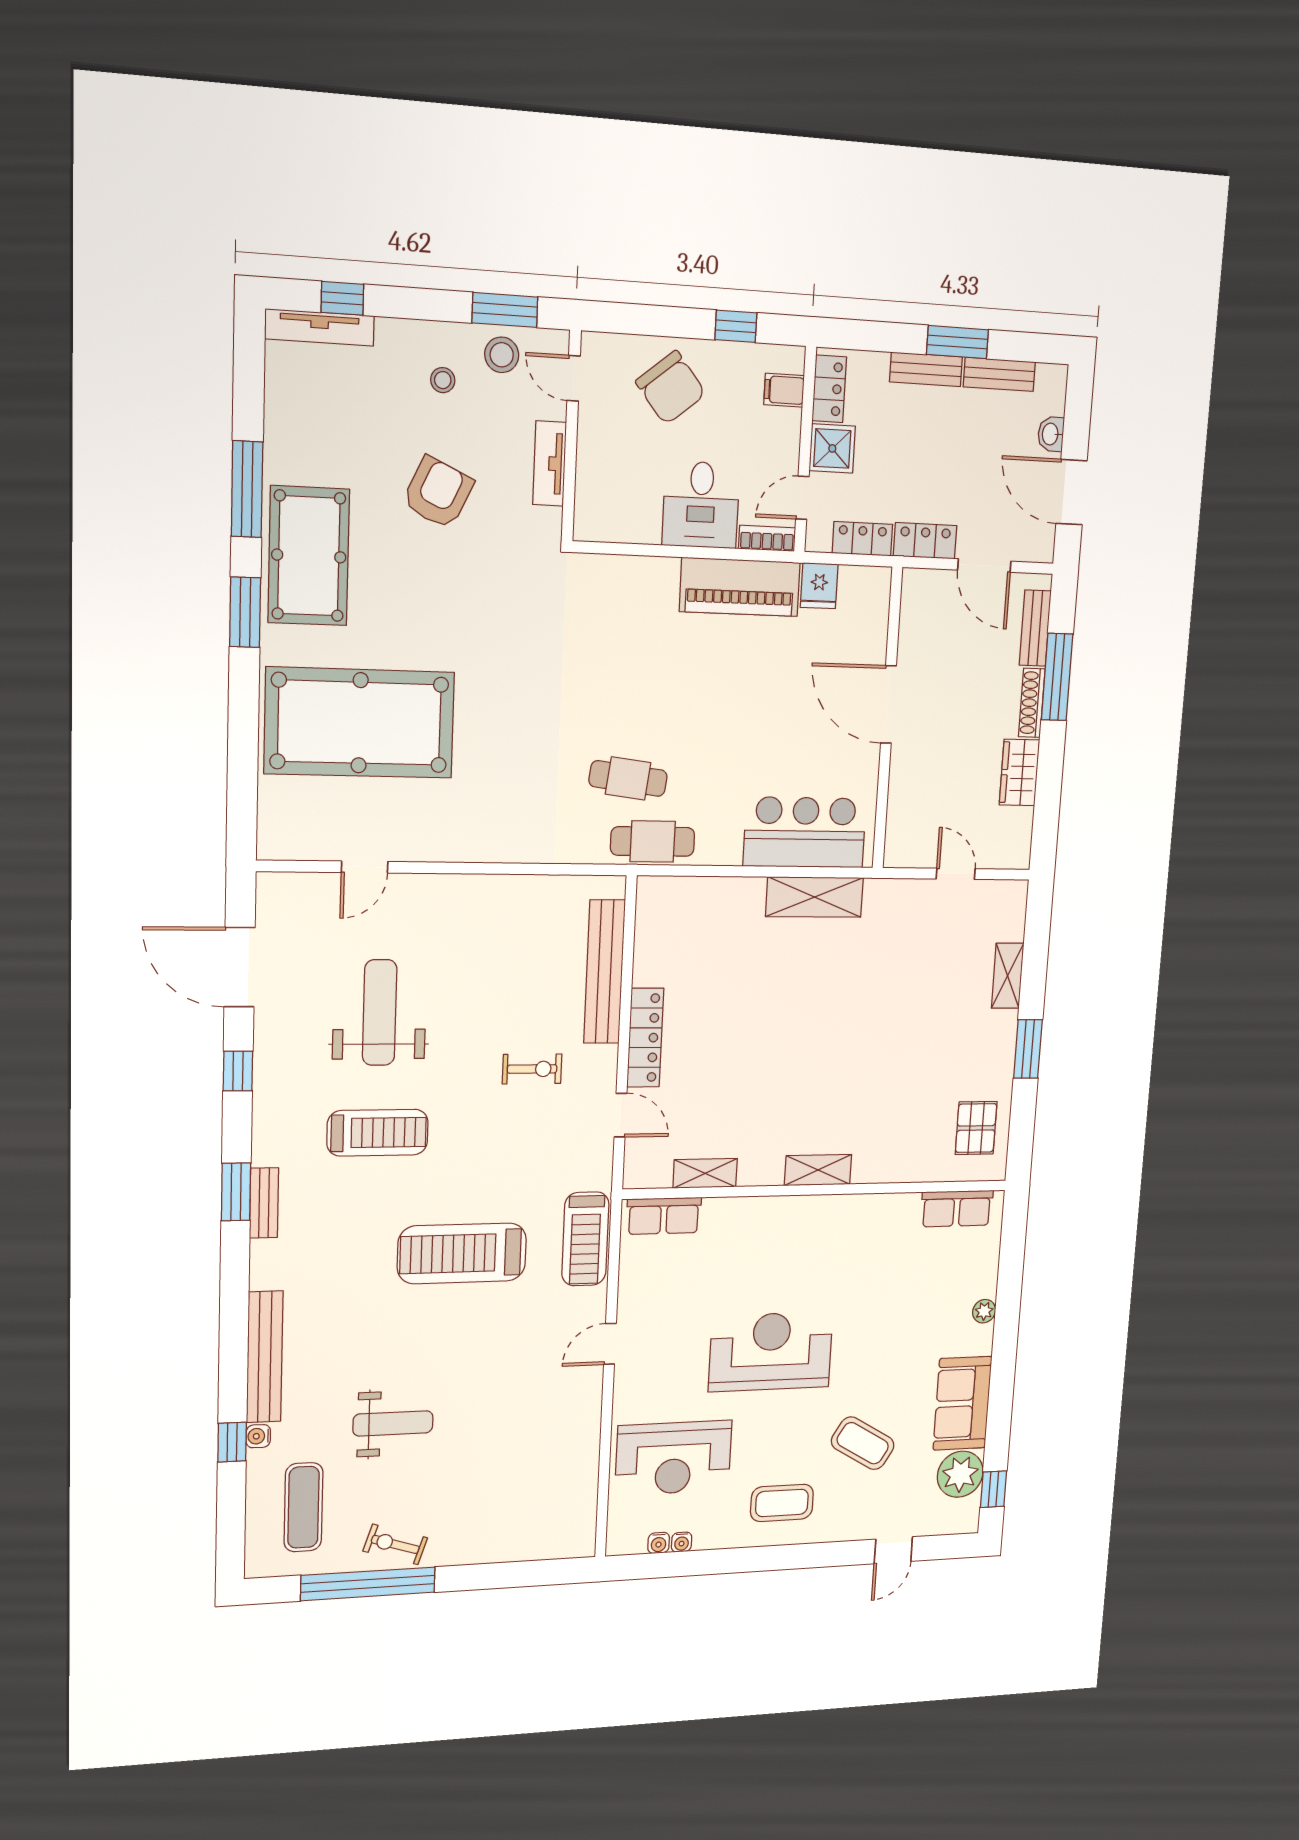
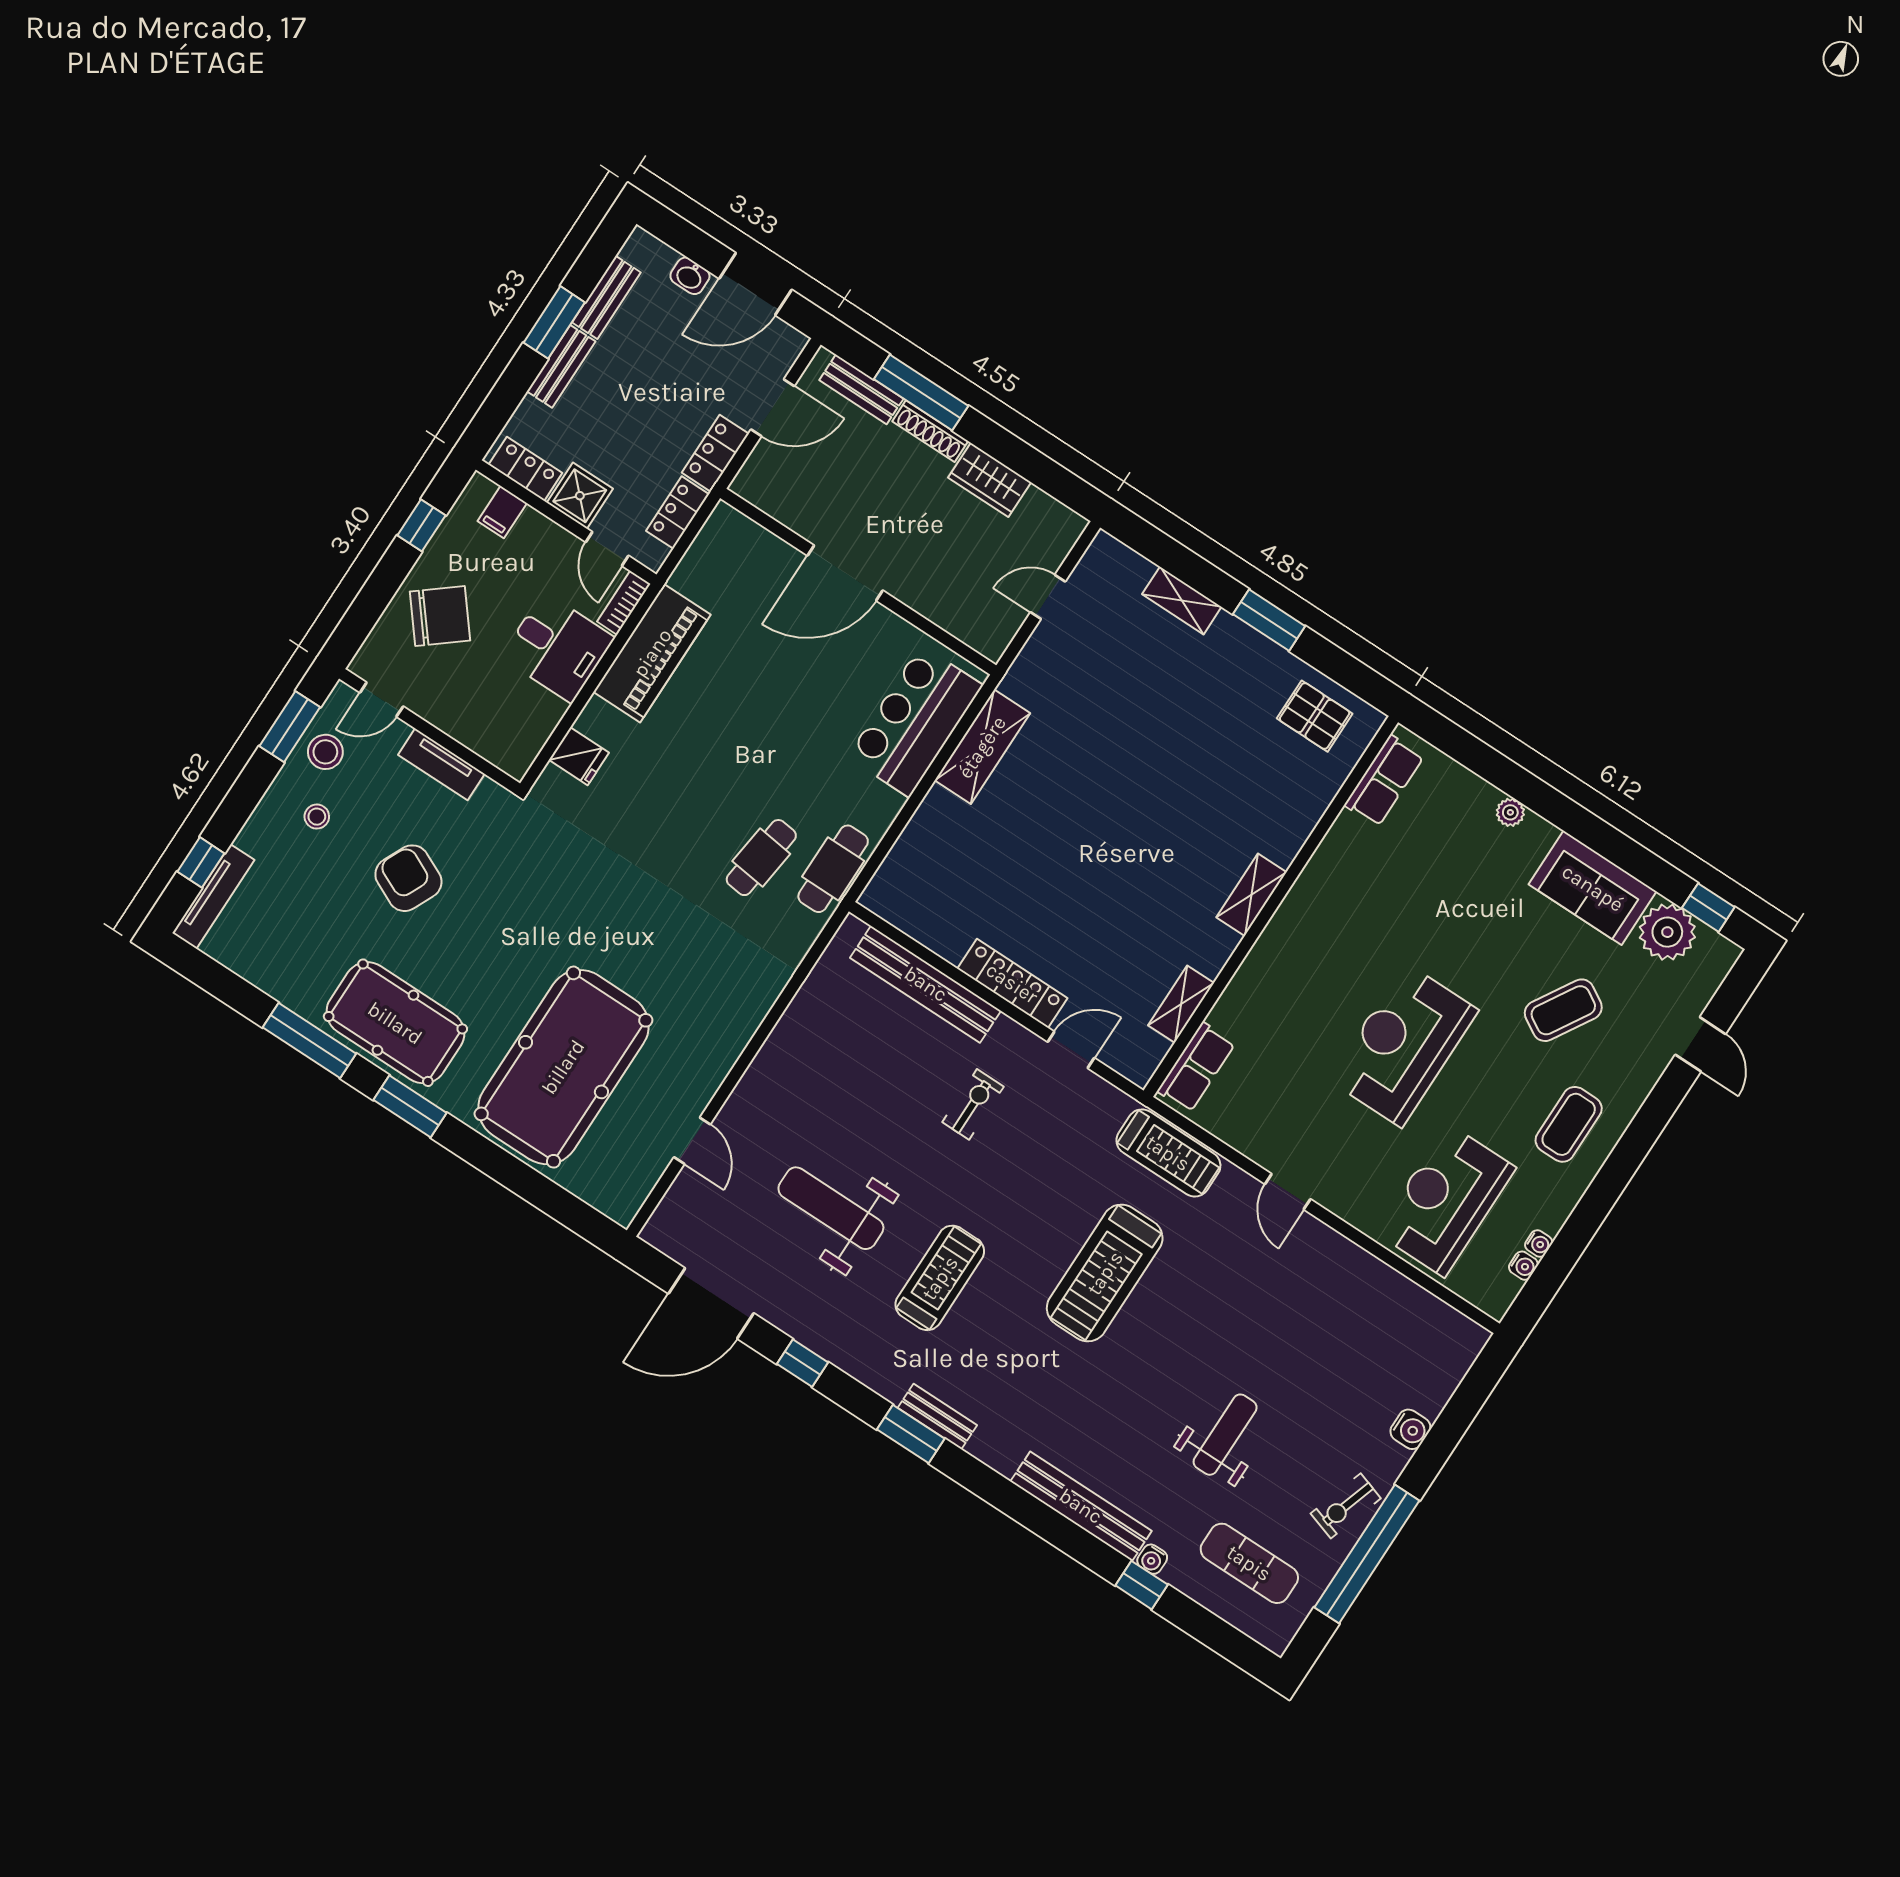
fridge: (819, 586) -> (579, 756), moved
reception desk: (674, 1458) -> (1446, 1200), turned 180
water cooler: (485, 1549) -> (1410, 1429), added

